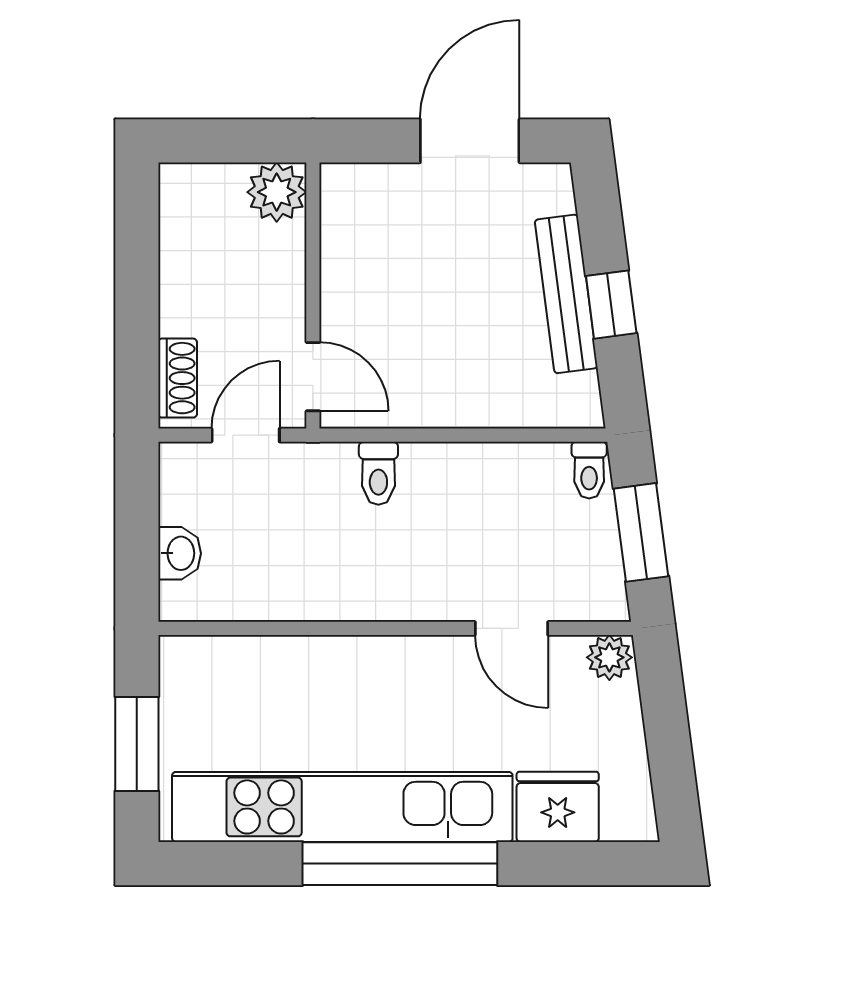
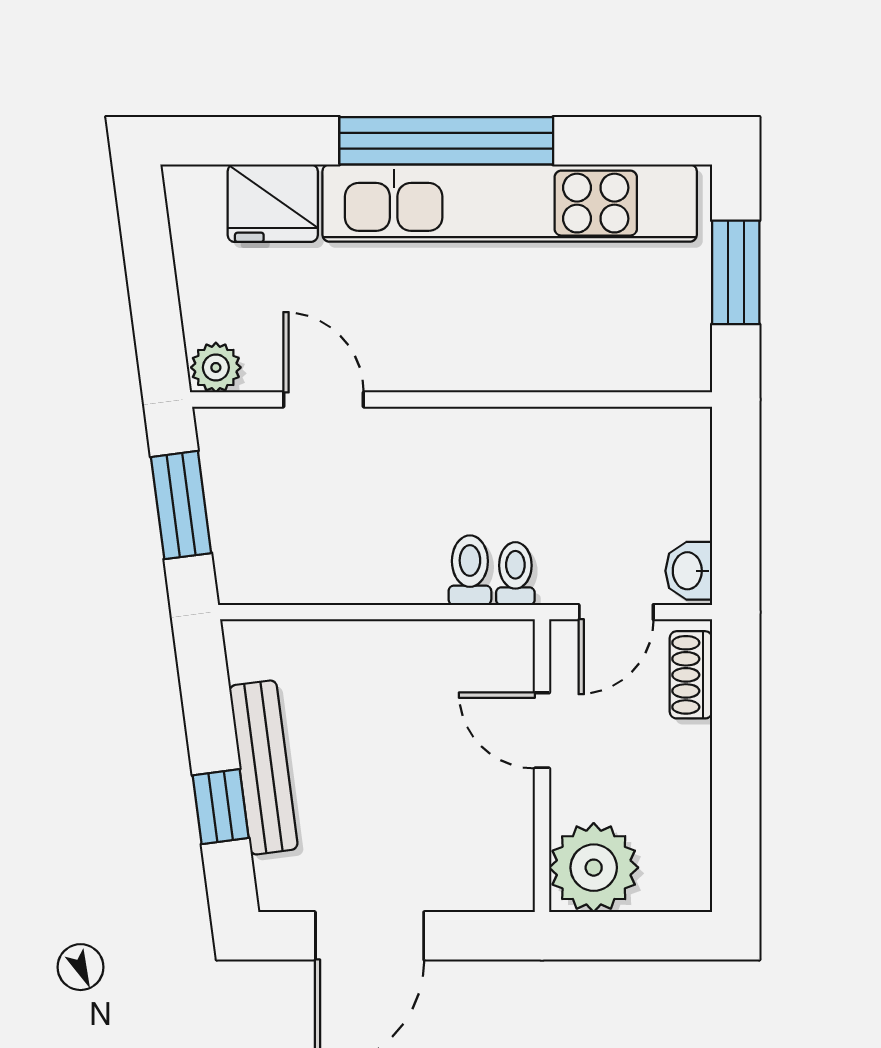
plant: (277, 192) -> (594, 868), width x1.36, depth x1.36
window: (611, 305) -> (221, 807), moved
door: (313, 377) -> (542, 730), moved
toilet: (589, 470) -> (515, 574), moved
washbasin: (180, 553) -> (689, 571), moved

